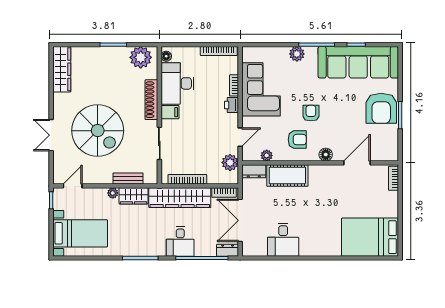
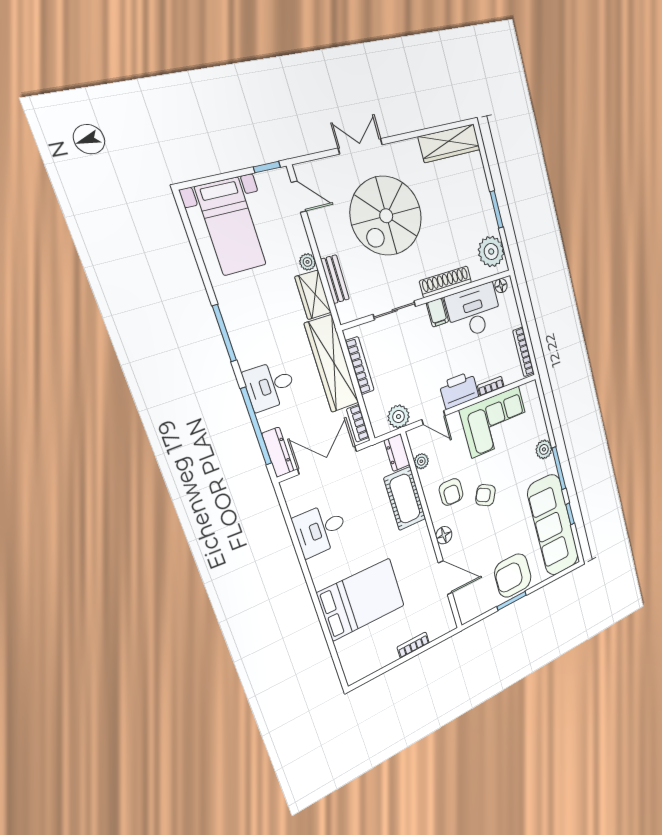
printer: (231, 105) -> (459, 390), width x1.87, depth x1.48
armchair: (311, 113) -> (486, 495), turned -153
bookcase: (394, 178) -> (413, 645), moved
bed: (370, 237) -> (361, 599), moved, turned 90
dresser: (228, 250) -> (278, 452), width x1.44

